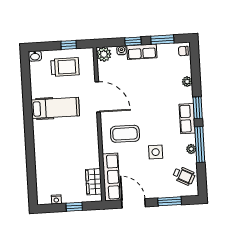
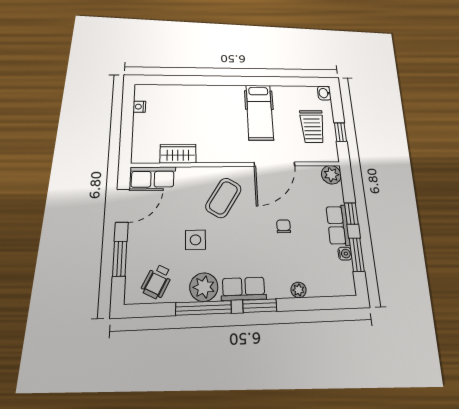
water cooler: (122, 50) -> (345, 254), moved
chair: (183, 51) -> (284, 226), moved
coffee table: (125, 134) -> (223, 198), turned 32
plant: (191, 149) -> (204, 287), width x1.88, depth x1.88
row of seats: (111, 177) -> (153, 177), width x0.68
wardrobe: (94, 182) -> (178, 154), moved
window: (74, 207) -> (127, 128), removed

